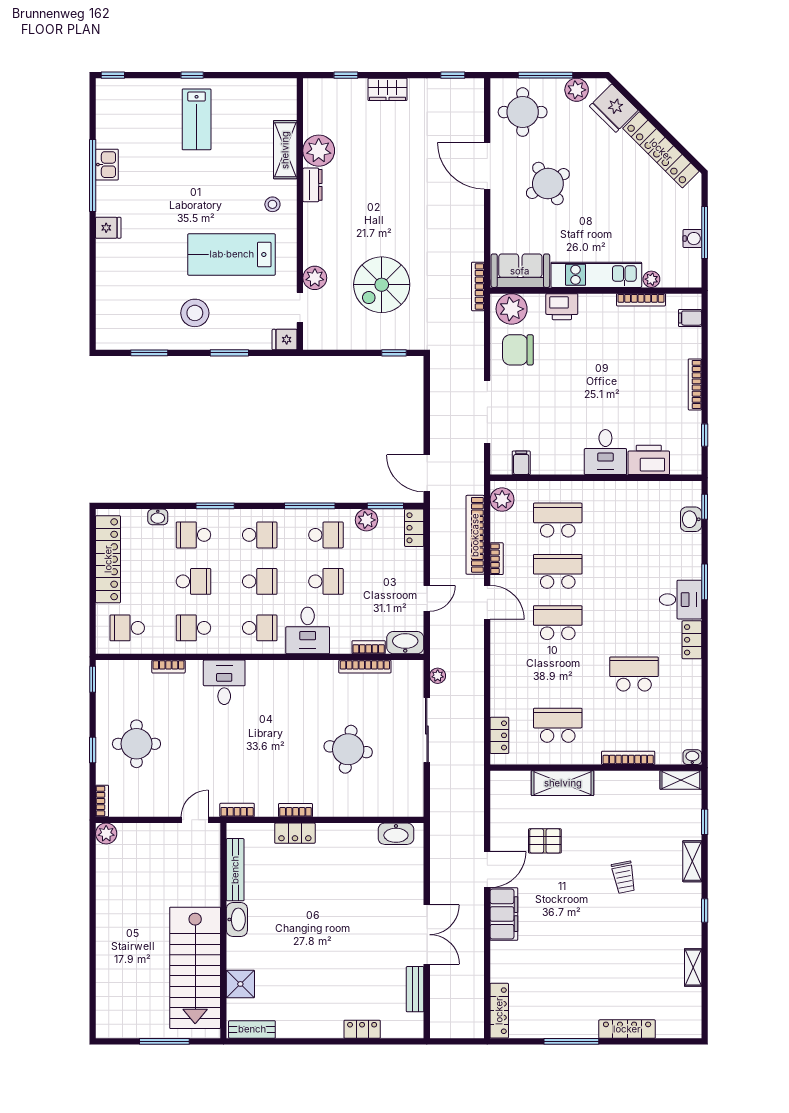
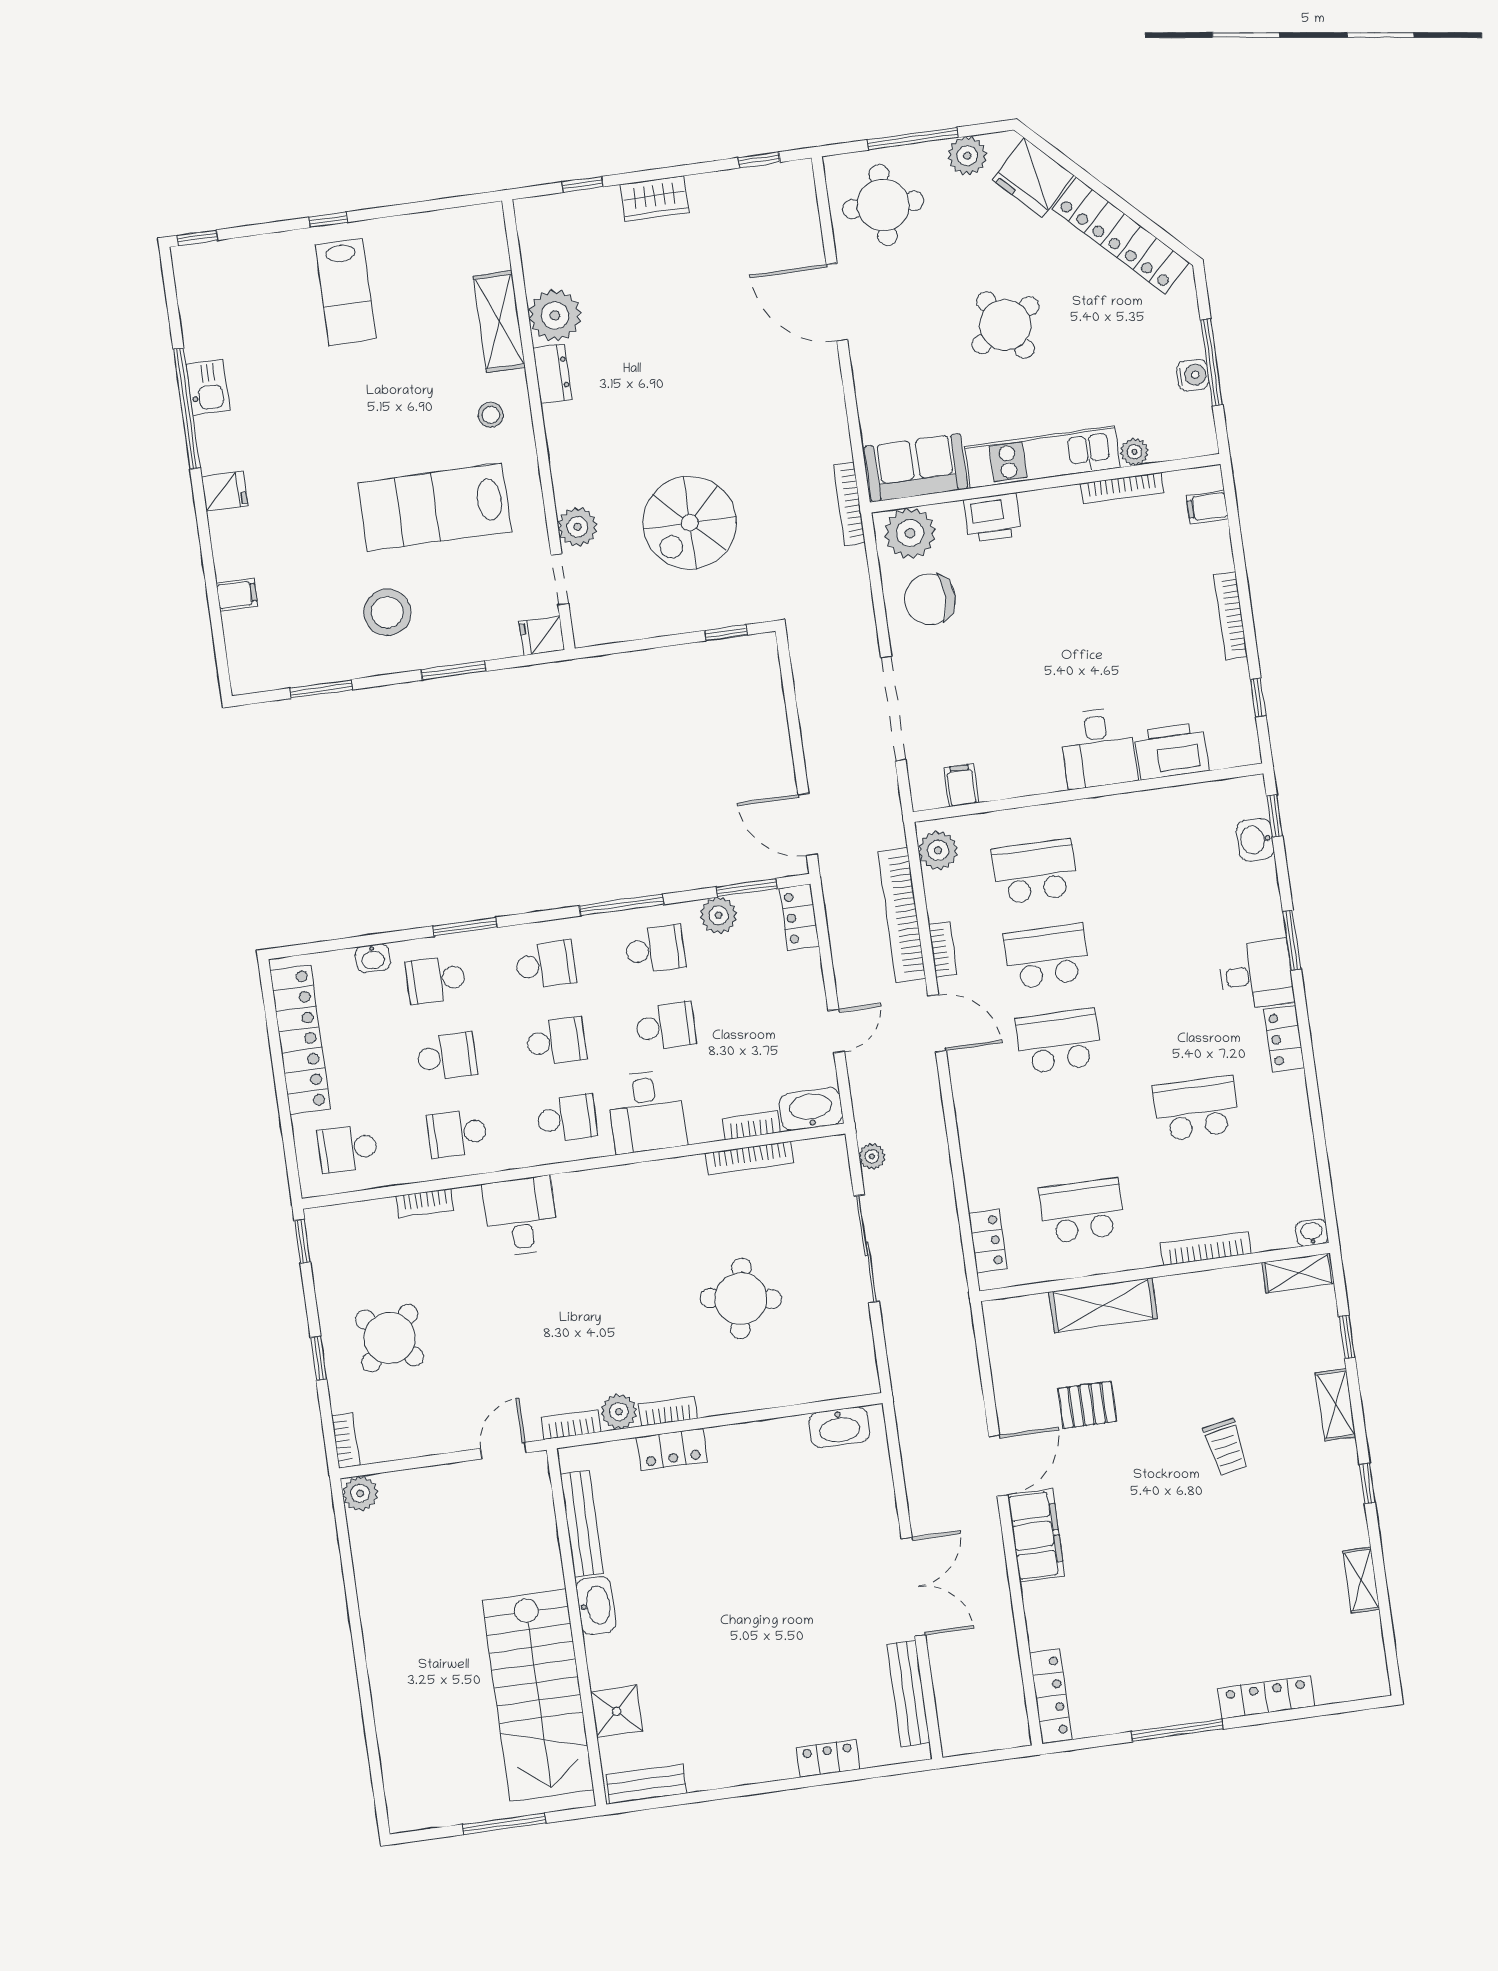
round table: (548, 184) -> (1005, 325), moved
filing cabinet: (107, 290) -> (237, 595), added
round table: (136, 744) -> (390, 1338), turned 45
plant: (266, 806) -> (619, 1412), added
bench: (415, 989) -> (909, 1694), width x1.36

